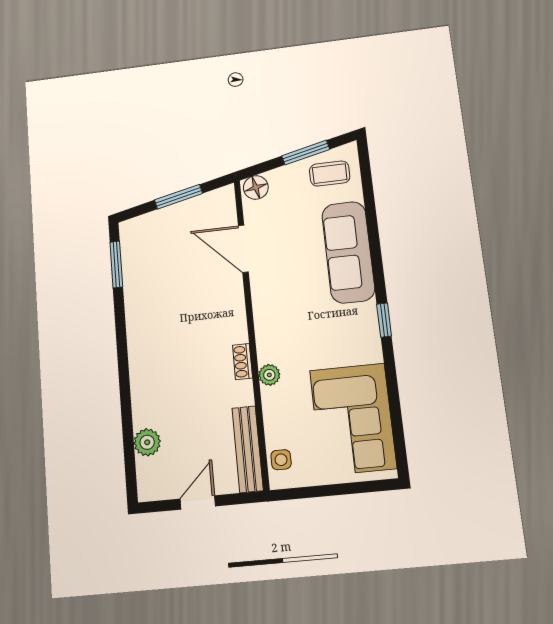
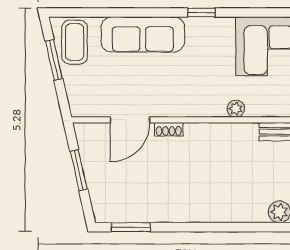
coffee table: (330, 174) -> (75, 42), width x1.36, depth x1.30
floor lamp: (256, 187) -> (79, 104), removed
shoe rack: (242, 362) -> (169, 129), moved

